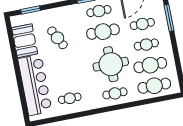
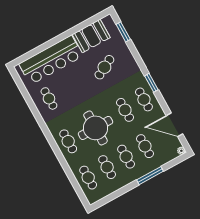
window: (169, 18) -> (150, 176), moved
cafe table: (103, 32) -> (125, 110), width x0.73, depth x0.74
cafe table: (150, 65) -> (107, 167), width x0.73, depth x0.74
cafe table: (154, 86) -> (88, 178), width x0.73, depth x0.74

